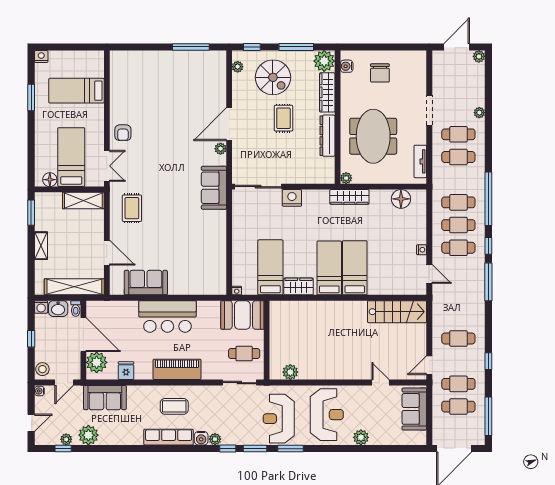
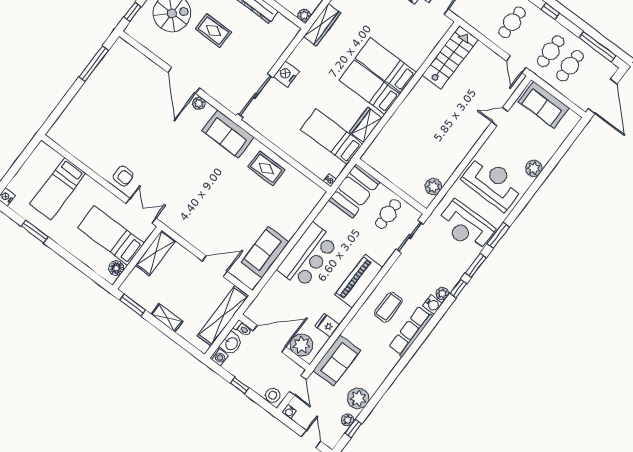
plant: (238, 67) -> (140, 37), removed
rug: (132, 208) -> (266, 168), moved

